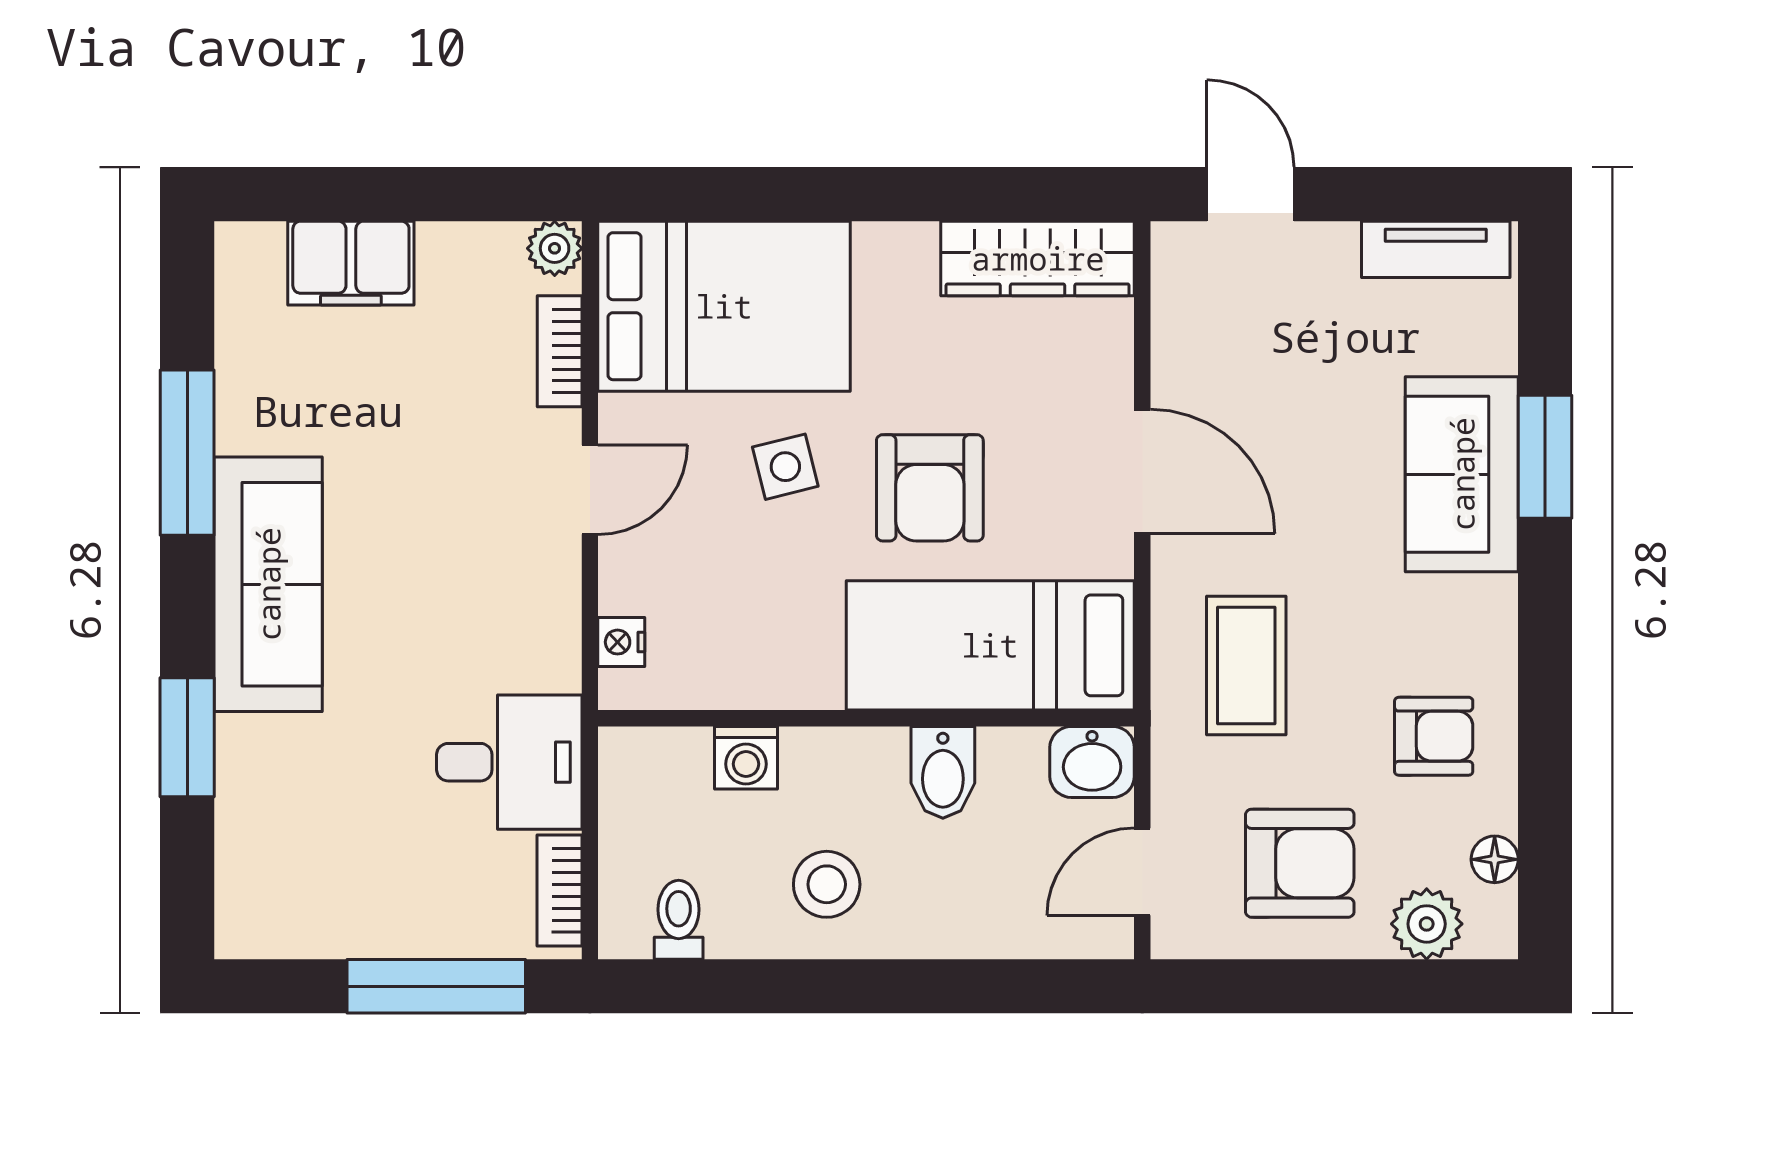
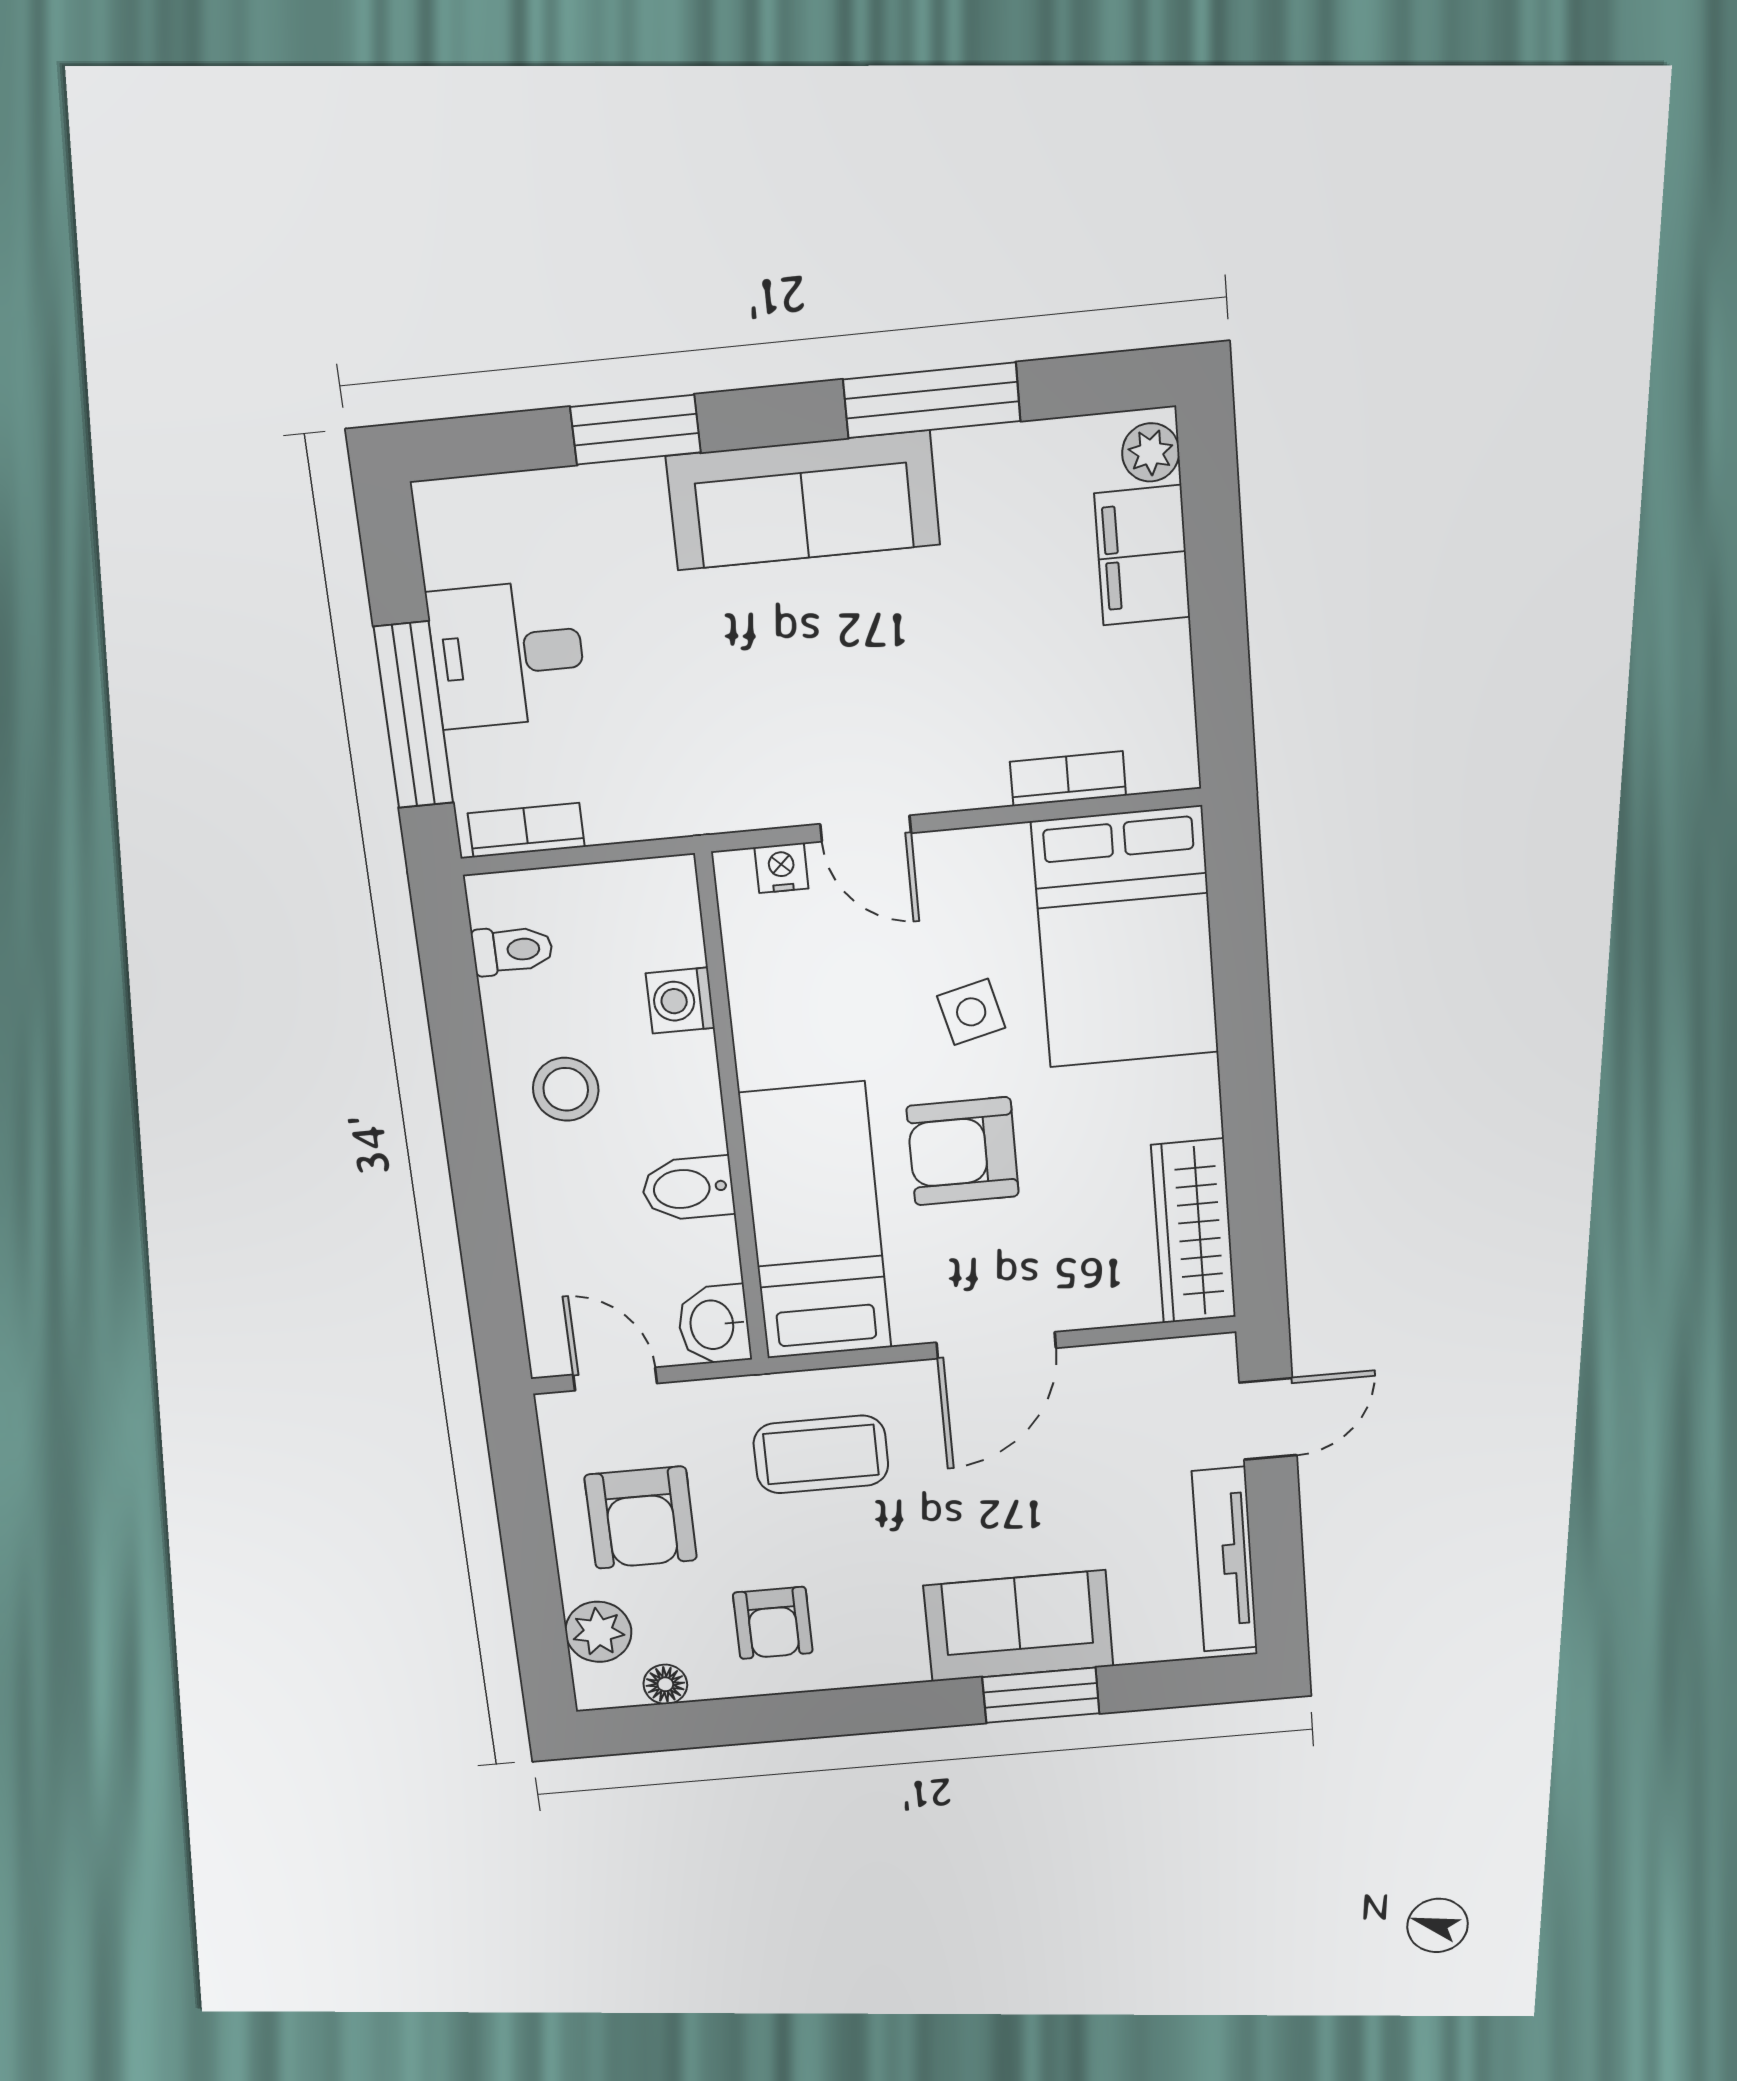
plant: (555, 248) -> (1151, 452), moved
tv unit: (1436, 249) -> (1225, 1560), width x1.41
door: (590, 490) -> (866, 828), moved
desk: (509, 762) -> (507, 654), moved, turned 90

